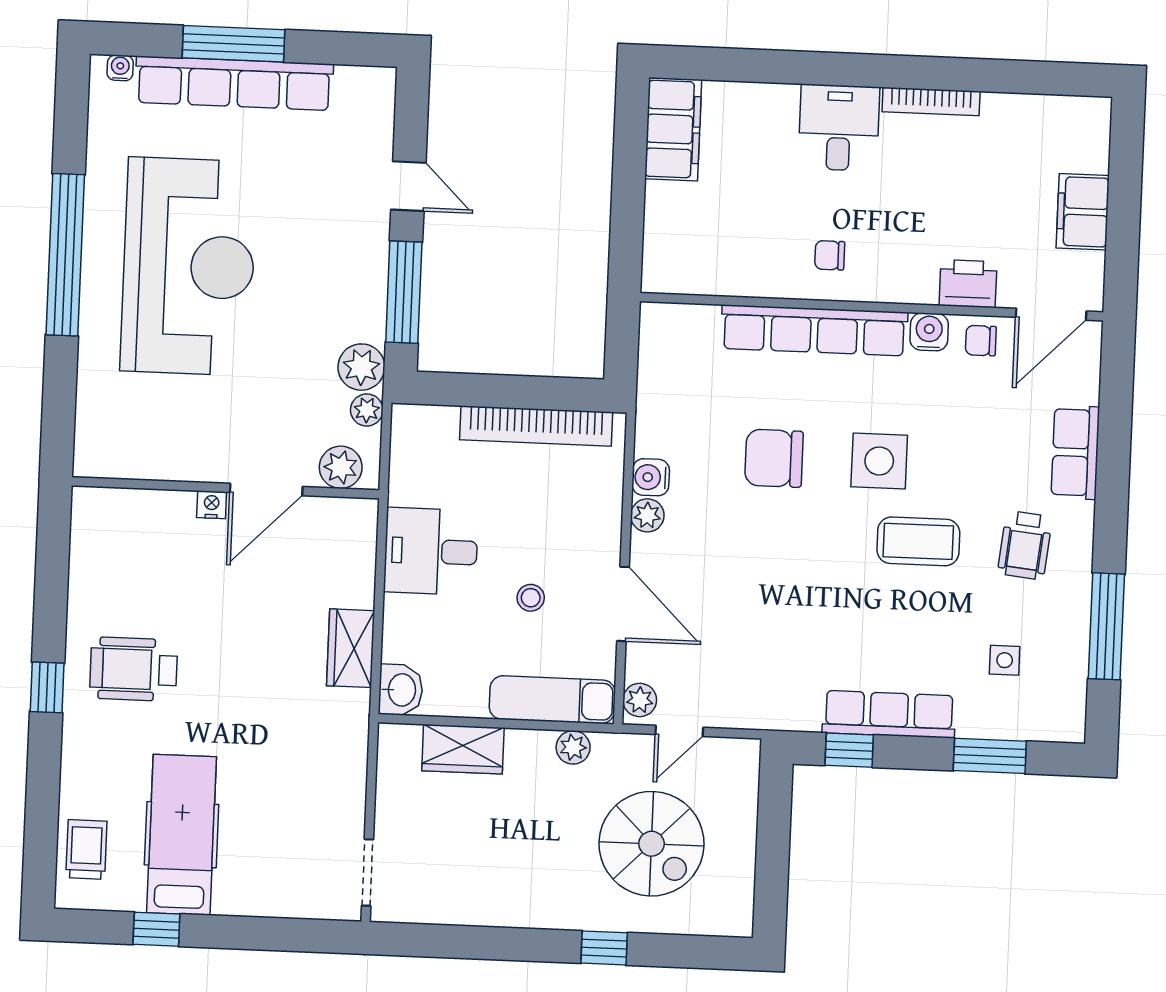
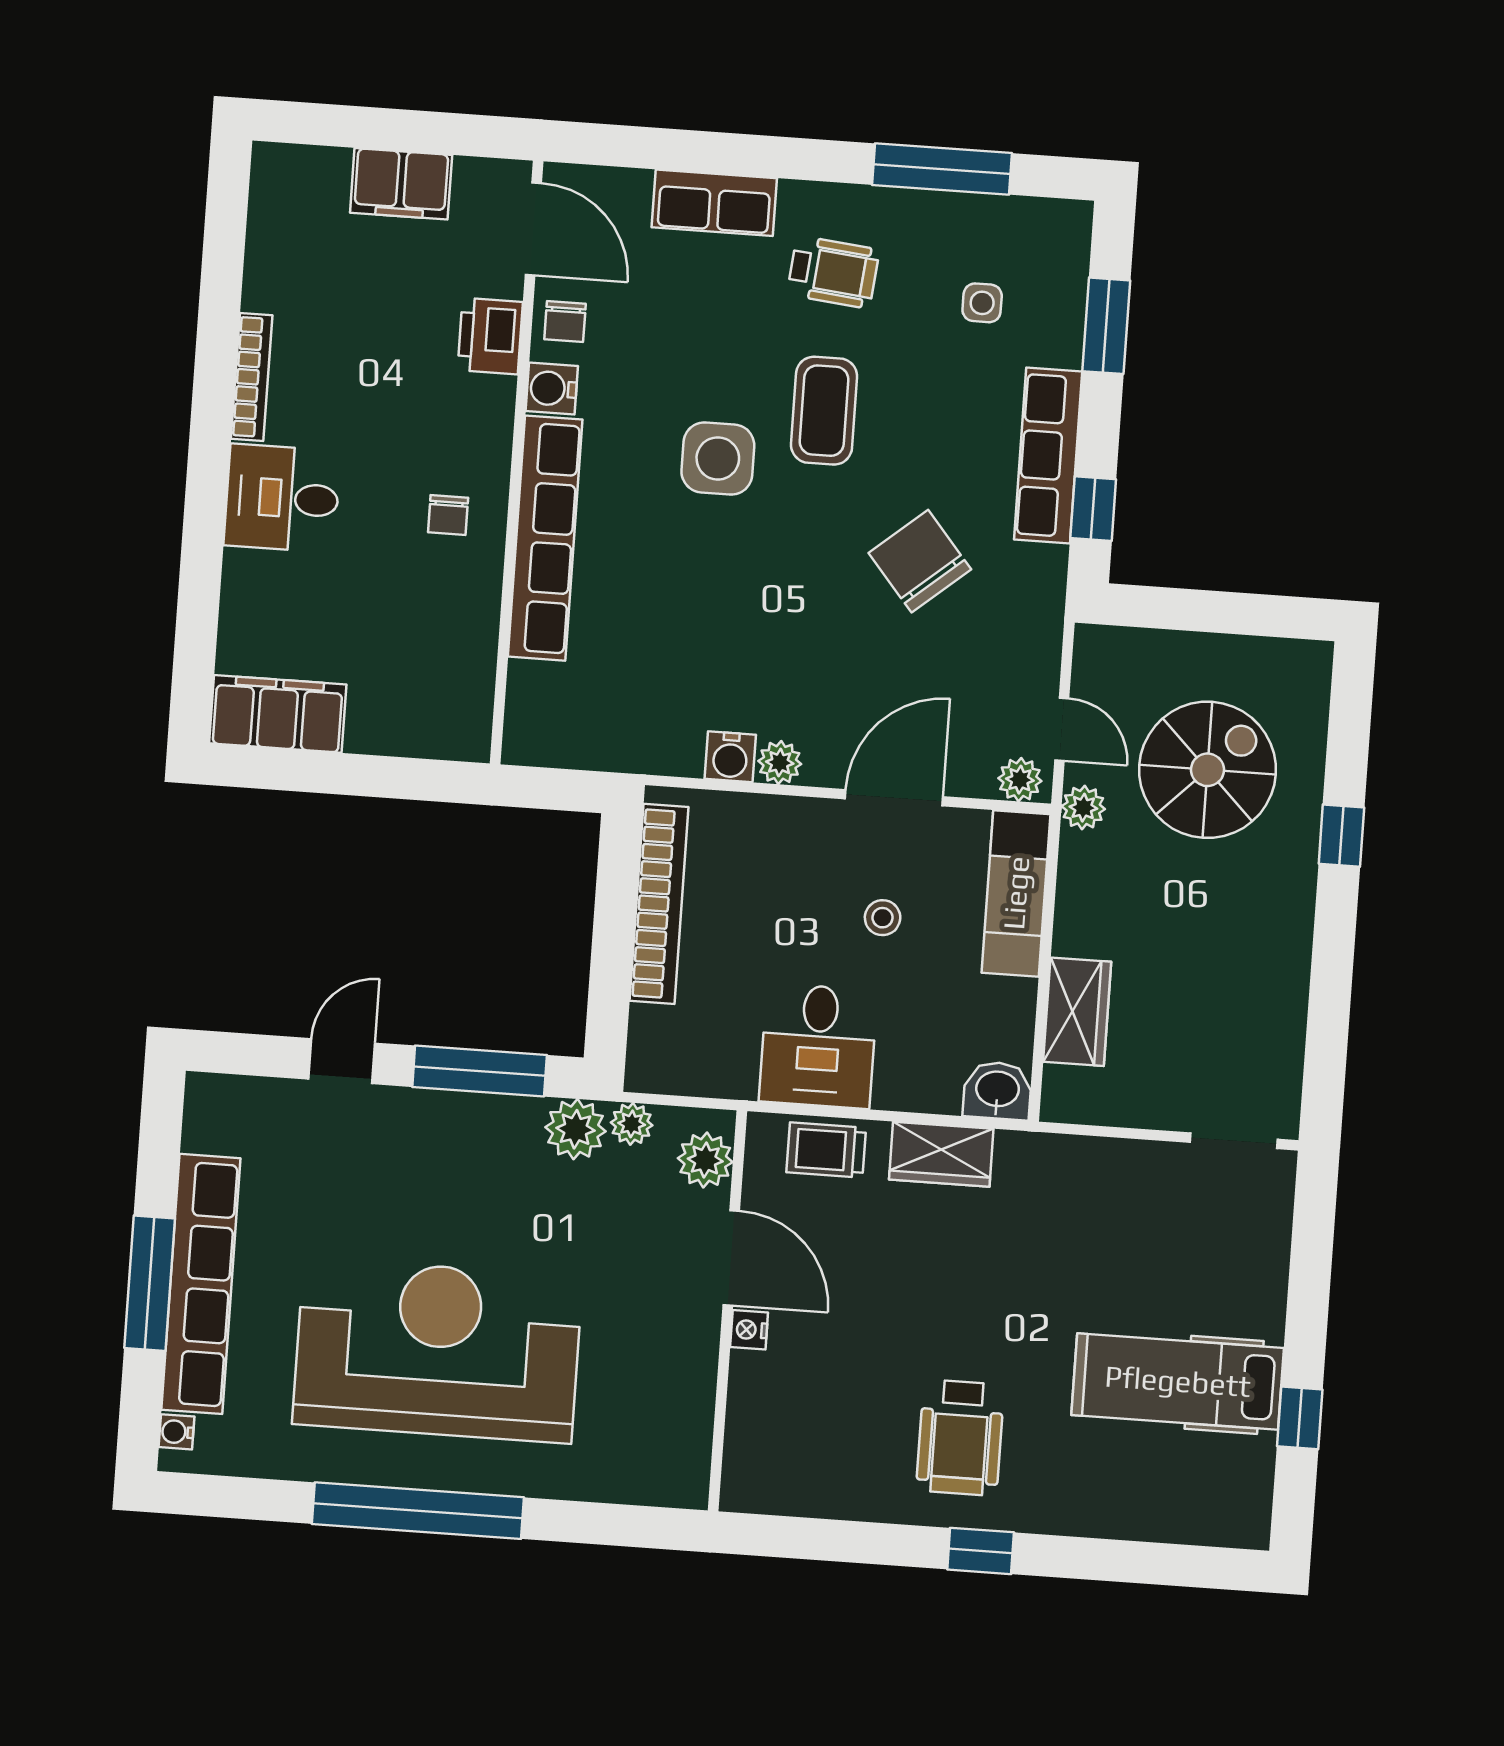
chair: (774, 458) -> (920, 561), moved, turned 140
plant: (573, 747) -> (1083, 808), moved
trolley: (86, 849) -> (826, 1150), moved

